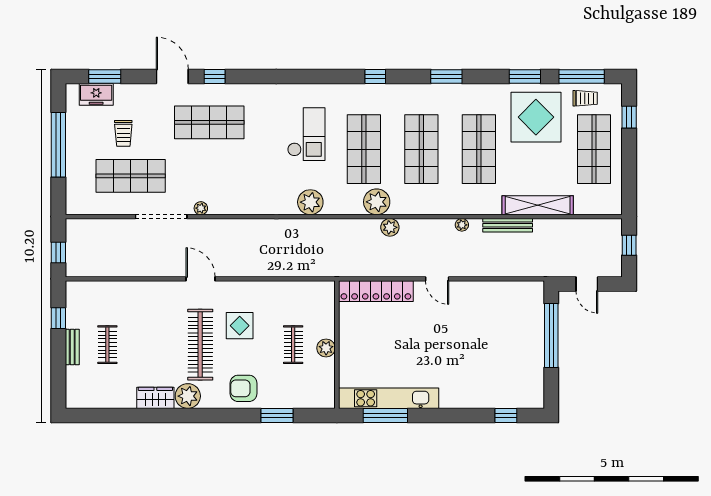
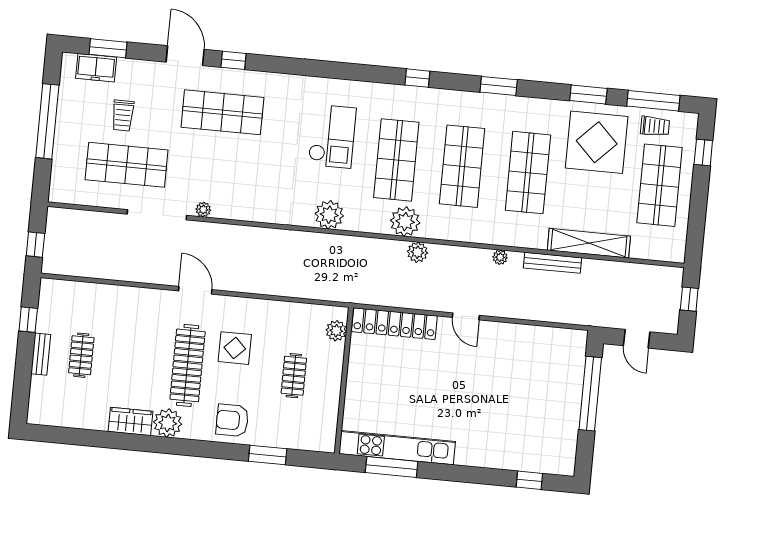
plant: (326, 348) -> (336, 331), moved

